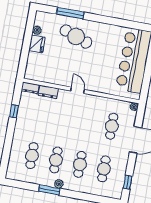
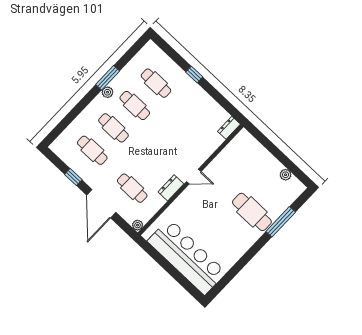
cafe table: (76, 36) -> (252, 212), turned 70
fridge: (37, 44) -> (271, 165), removed
dresser: (48, 92) -> (171, 188), moved
window: (14, 111) -> (194, 75), moved
window: (128, 182) -> (73, 177), moved

